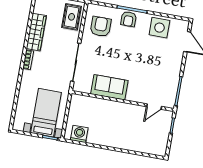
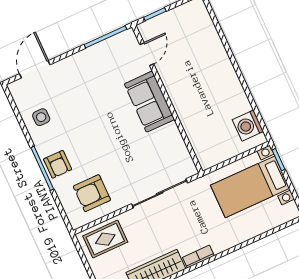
armchair: (129, 19) -> (58, 164), turned 90
side table: (159, 28) -> (41, 117), width x0.54, depth x0.54
sofa: (109, 87) -> (149, 102), moved
door: (154, 107) -> (147, 54), hinge flipped

